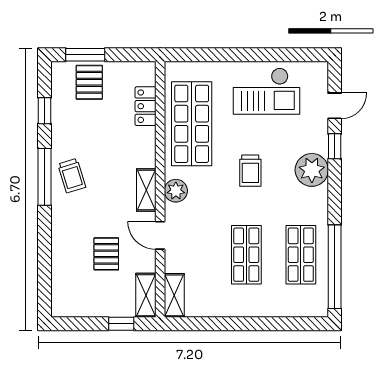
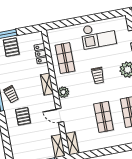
shop shelf: (192, 124) -> (65, 58), width x0.70, depth x0.74
shelving: (146, 190) -> (47, 84), moved
pallet: (106, 254) -> (23, 116), moved

